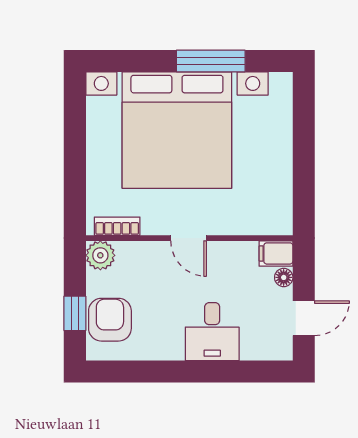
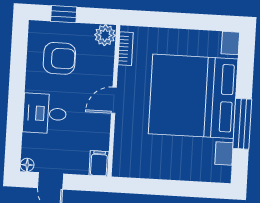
floor lamp: (284, 277) -> (27, 165), moved
armchair: (110, 320) -> (59, 58), moved

